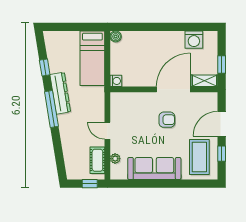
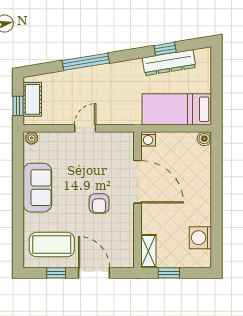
door: (173, 89) -> (137, 182), moved
dresser: (60, 93) -> (169, 63), moved
window: (51, 109) -> (86, 62), moved
plant: (115, 159) -> (32, 138), moved
cot: (97, 160) -> (32, 99), moved, turned 90
sofa: (154, 168) -> (37, 188), width x0.73

